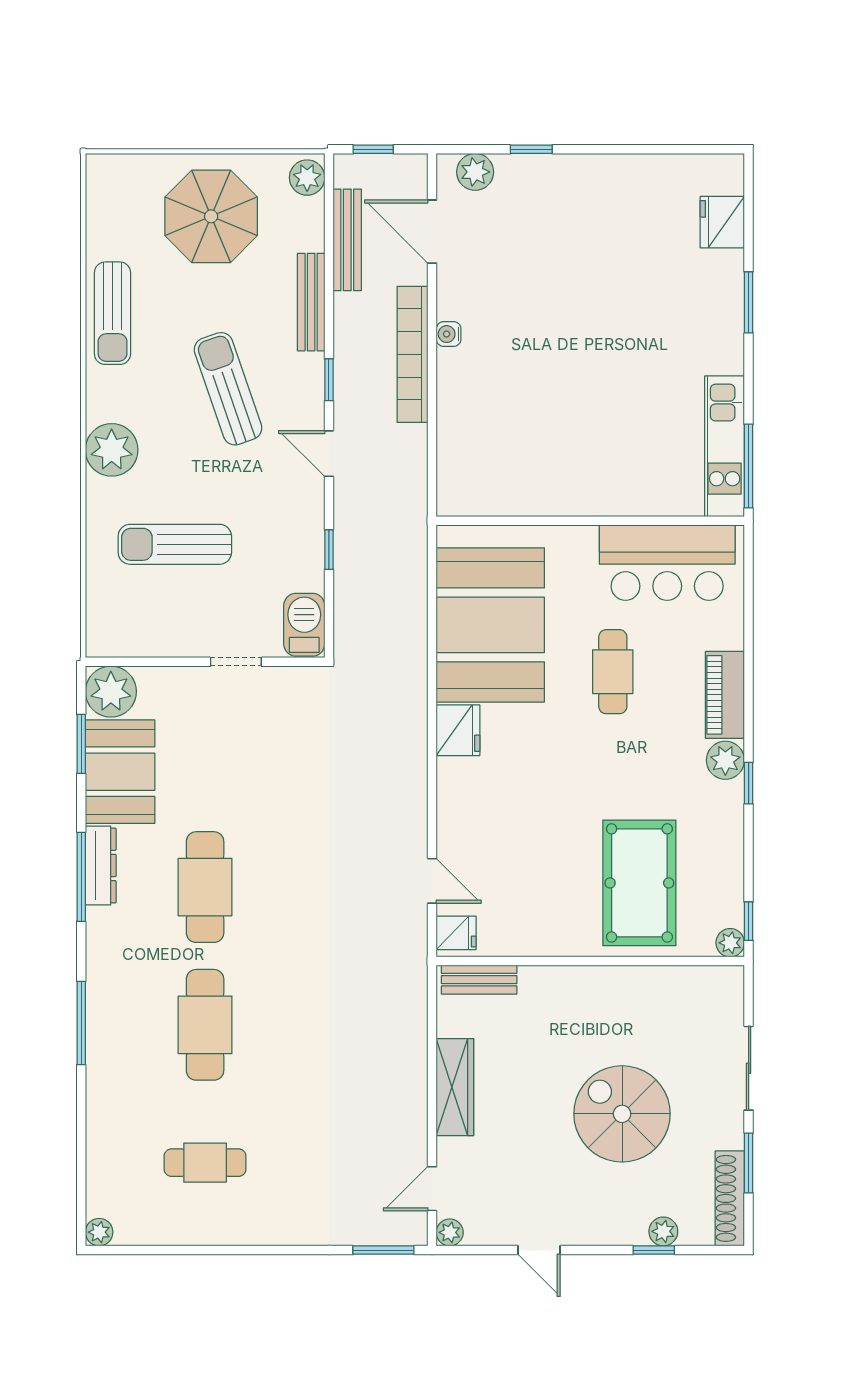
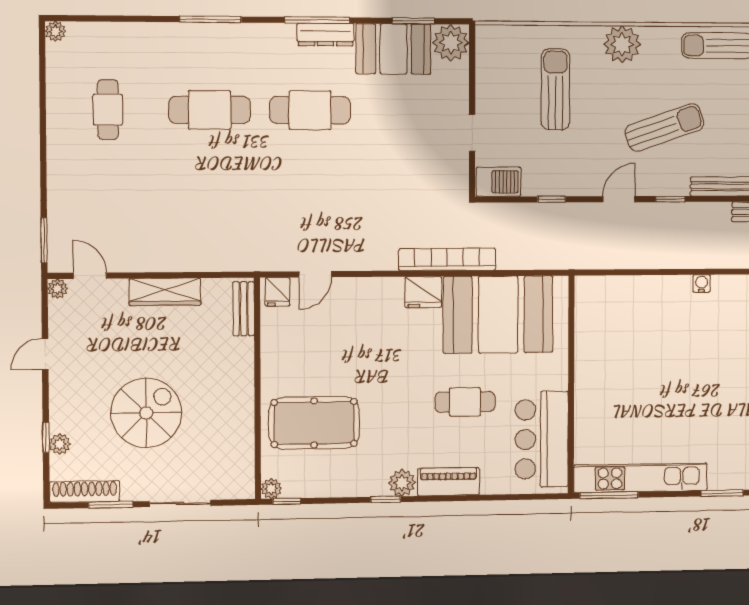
bookcase: (413, 354) -> (447, 259), moved
kitchen unit: (725, 446) -> (641, 478), width x1.36

